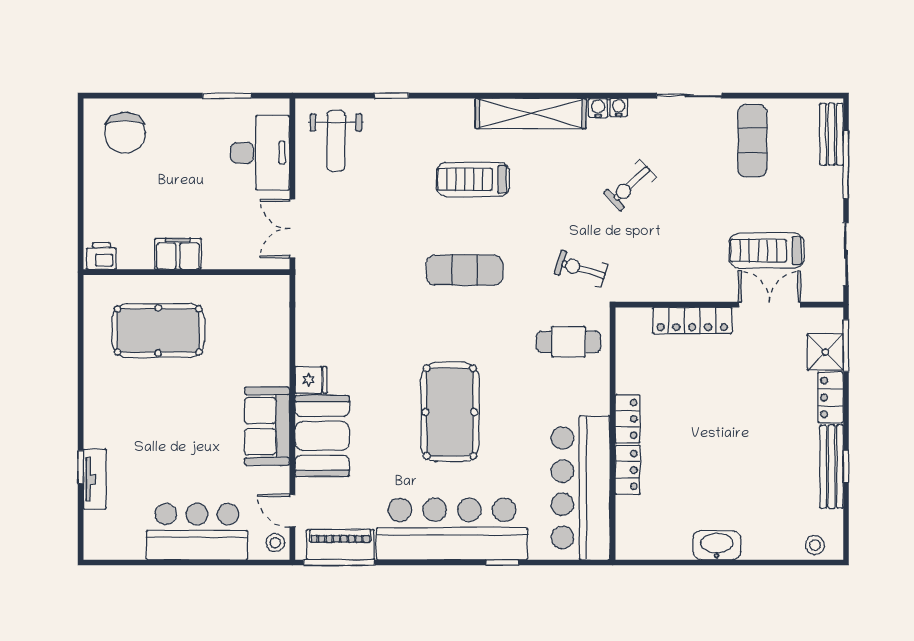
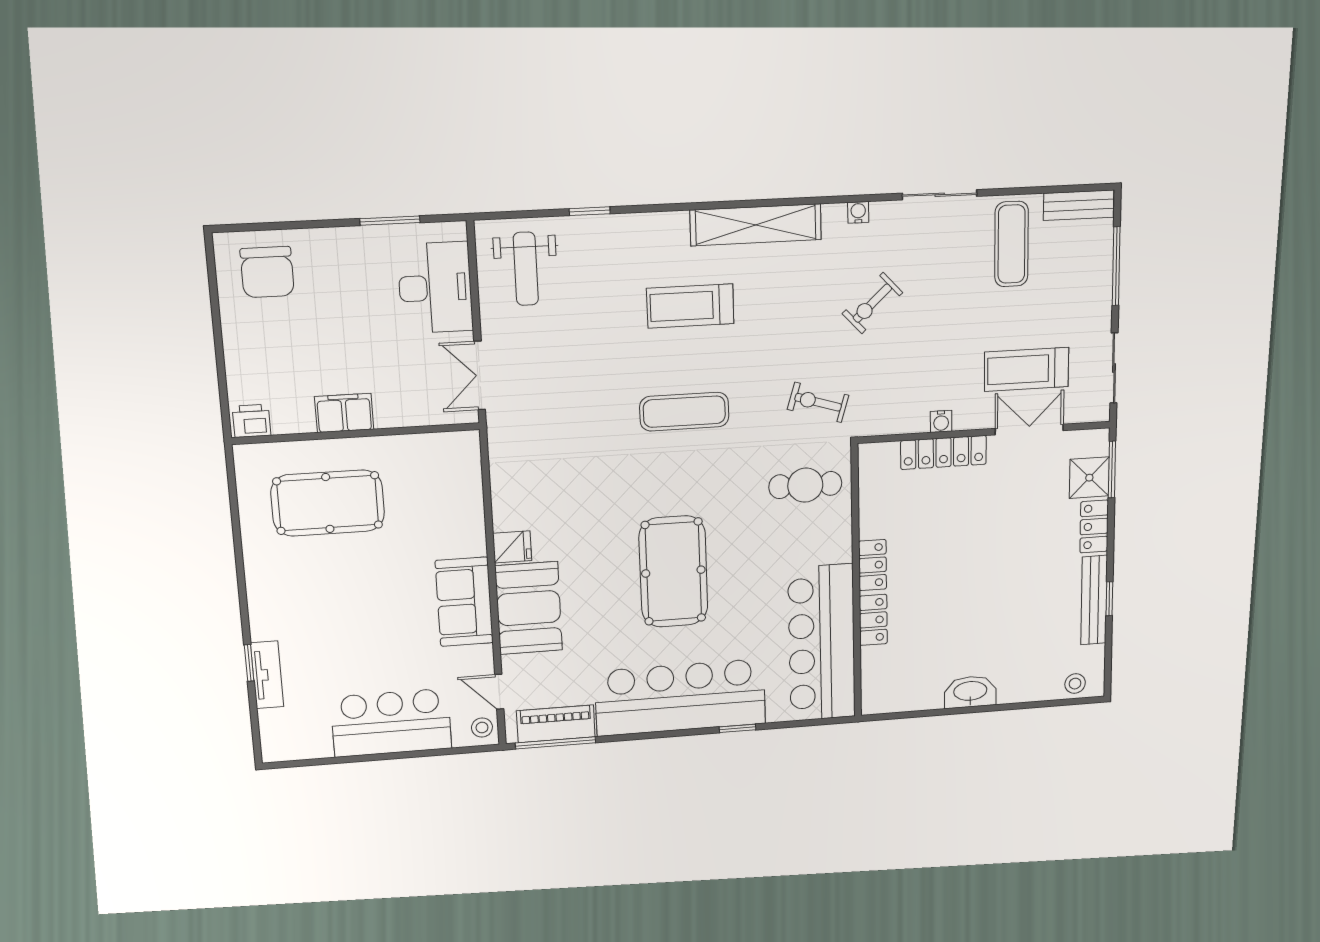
water cooler: (598, 108) -> (941, 421), moved, turned 180
bench: (831, 134) -> (1079, 205), moved, turned 90

